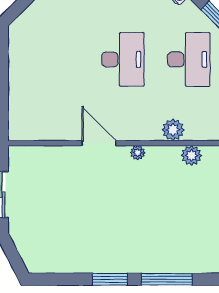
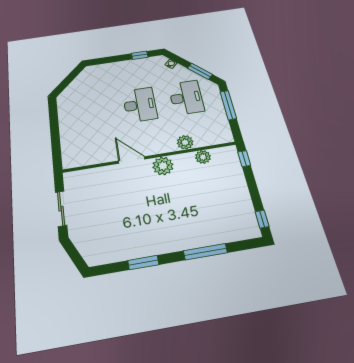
plant: (138, 153) -> (163, 166), width x1.87, depth x1.87
window: (110, 279) -> (143, 263), moved

